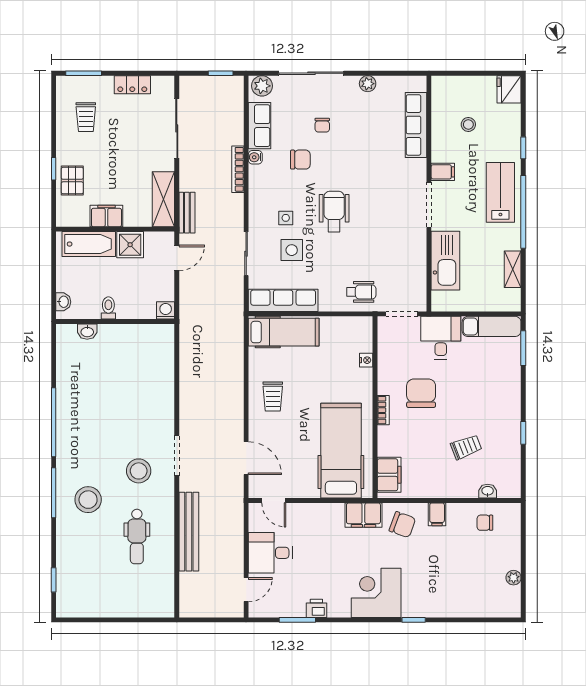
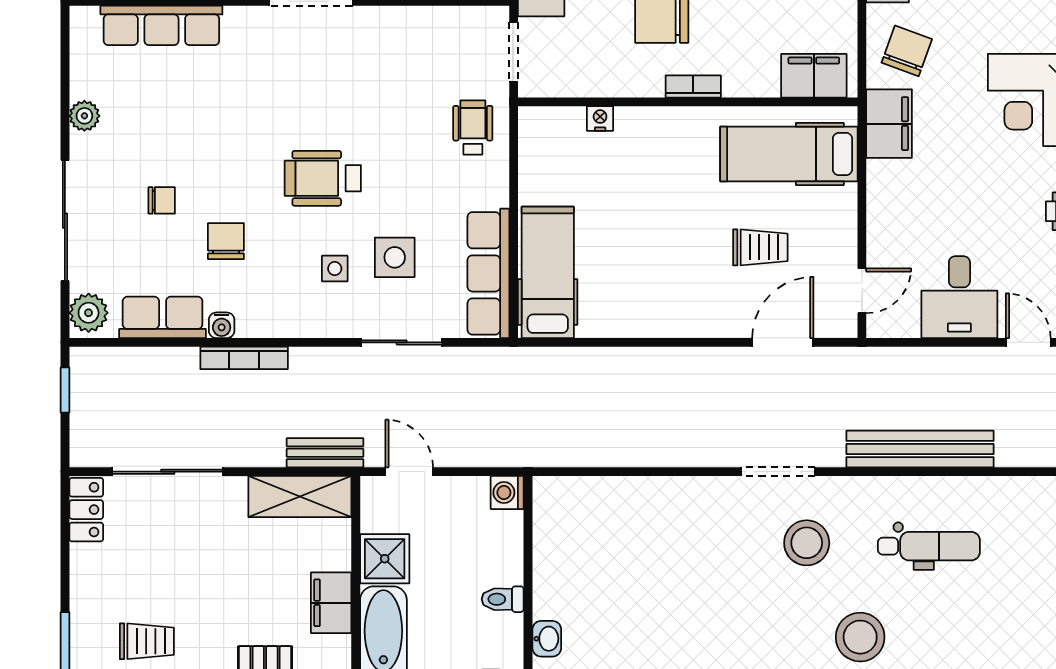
locker: (132, 85) -> (86, 510), moved
trolley: (273, 397) -> (760, 247), moved
hospital bed: (341, 451) -> (789, 154), width x0.73, depth x0.78

